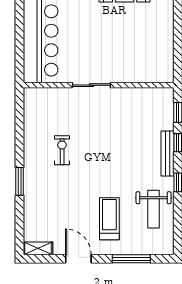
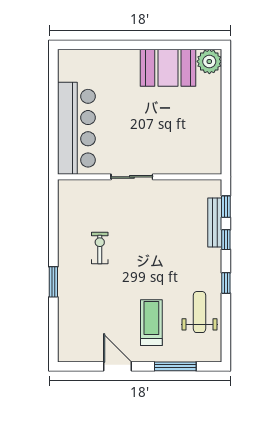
bench: (167, 154) -> (215, 223), moved
weight bench: (154, 209) -> (199, 312), turned 180
shelving: (38, 248) -> (73, 355), removed

